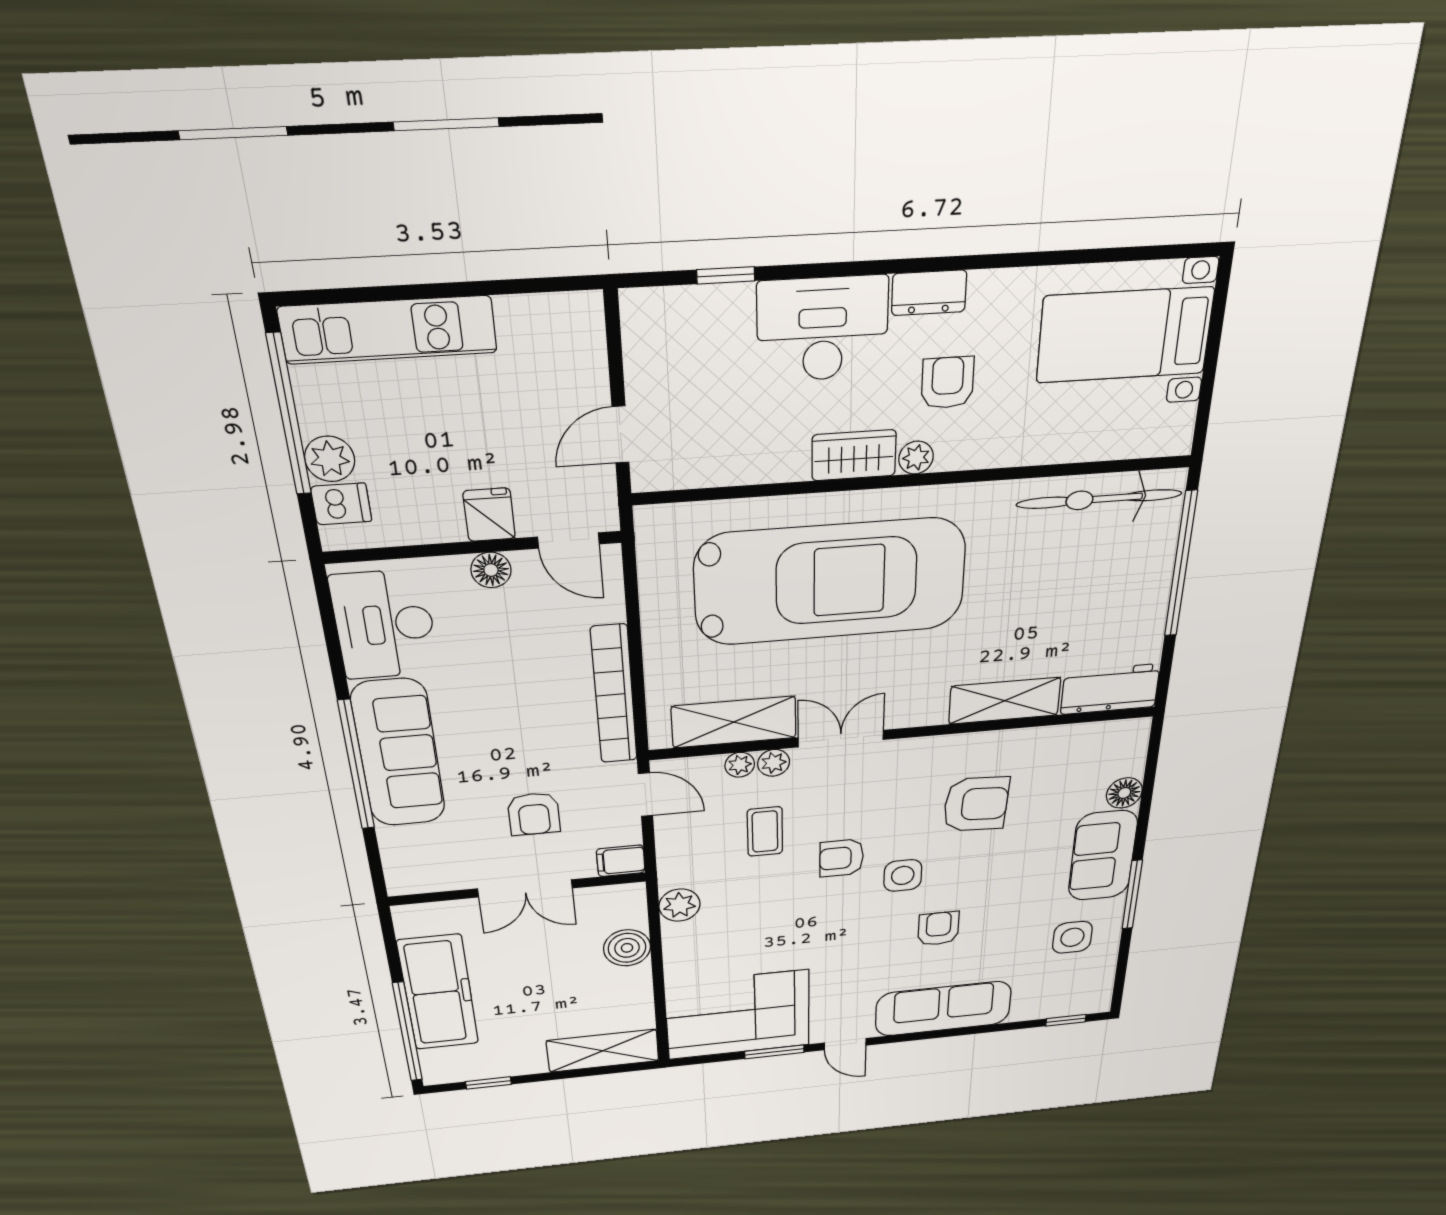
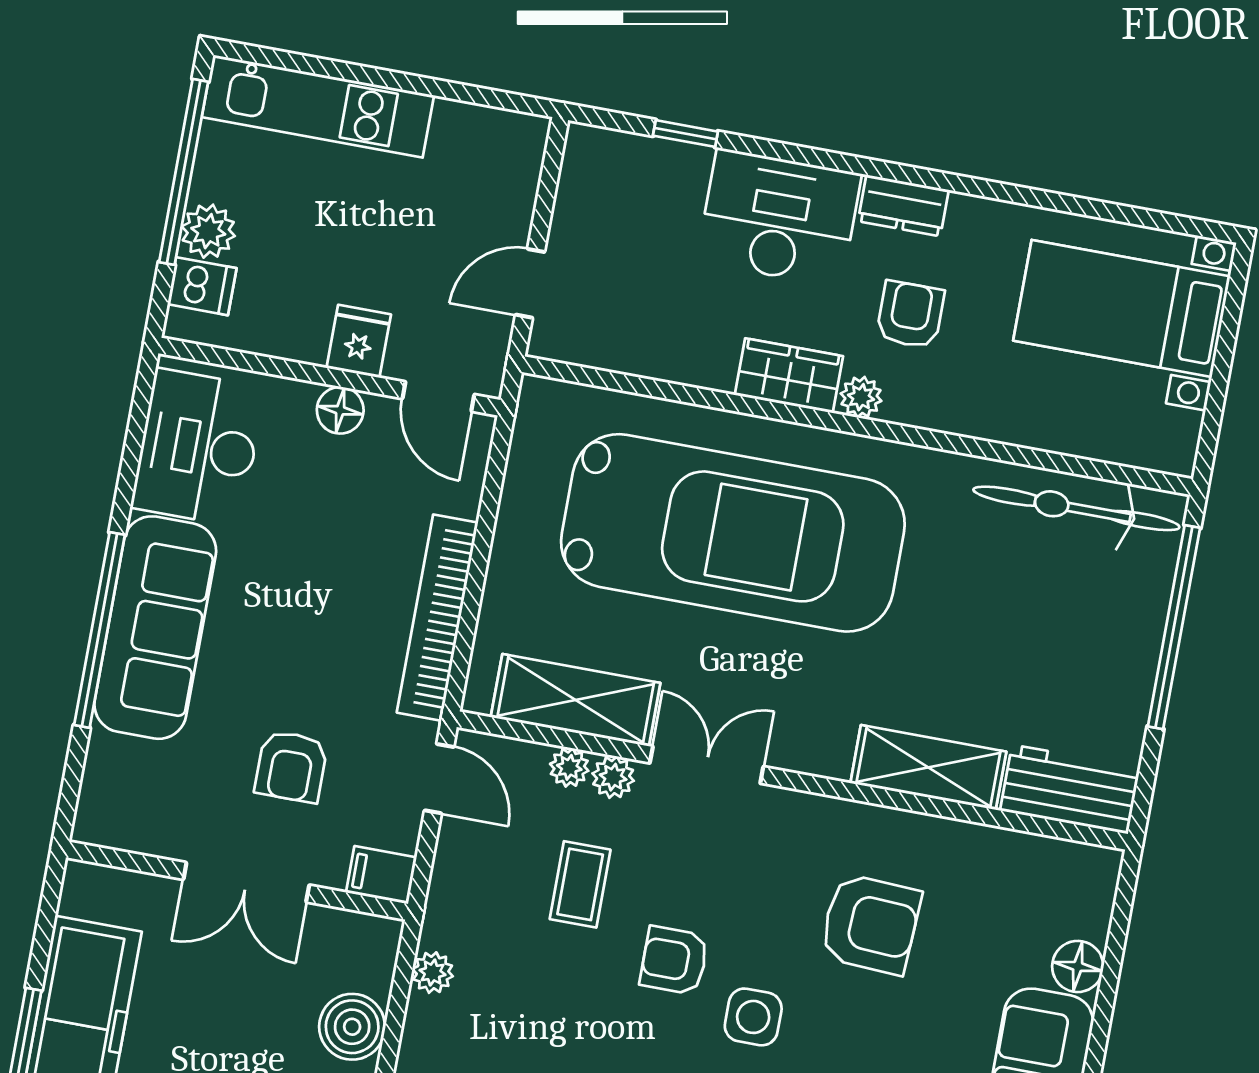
plant: (679, 905) -> (433, 973), width x0.73, depth x0.73

